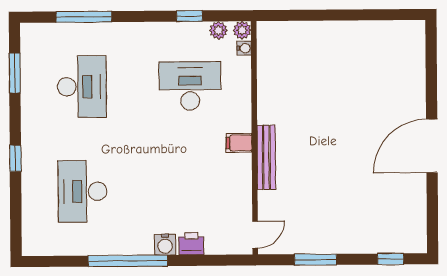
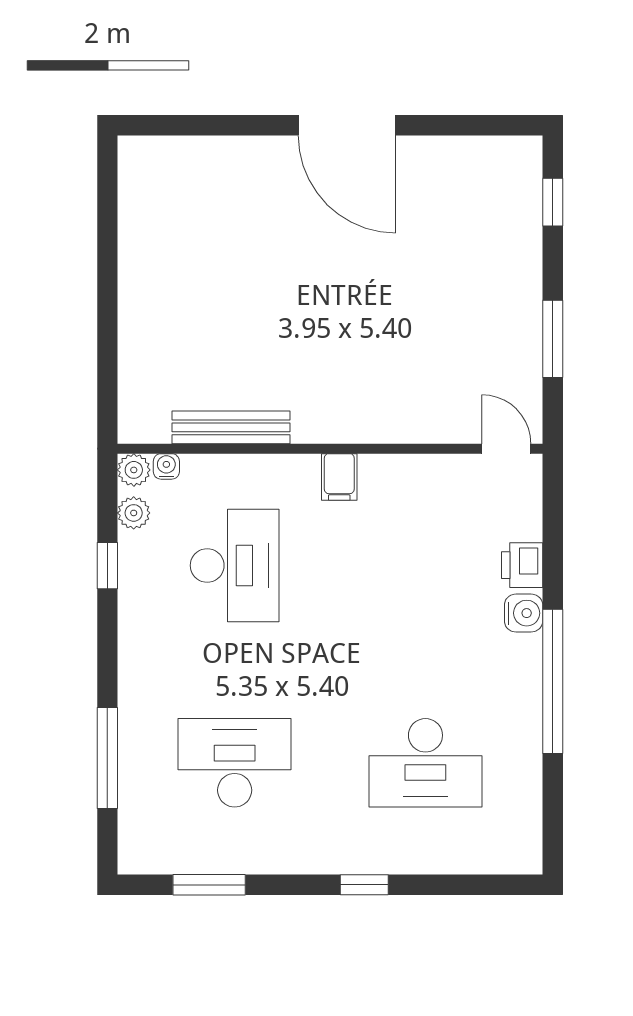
desk: (190, 86) -> (235, 565), turned 180
bench: (266, 157) -> (231, 427), moved

